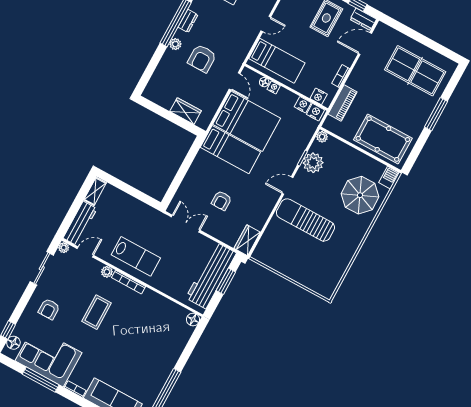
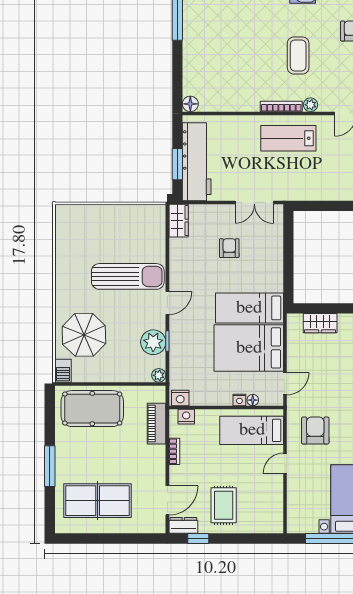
armchair: (202, 58) -> (315, 430), moved
door: (235, 81) -> (285, 384), swing flipped
nightstand: (303, 105) -> (198, 398), removed

